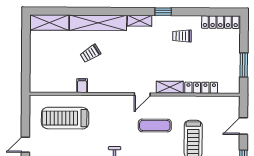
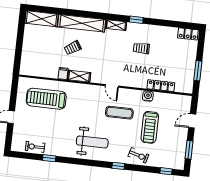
locker: (220, 22) -> (188, 34), width x0.66
trolley: (182, 36) -> (141, 48), moved
shelving: (170, 87) -> (79, 76), moved
door: (142, 94) -> (112, 86), hinge flipped
water cooler: (187, 102) -> (148, 96), added

